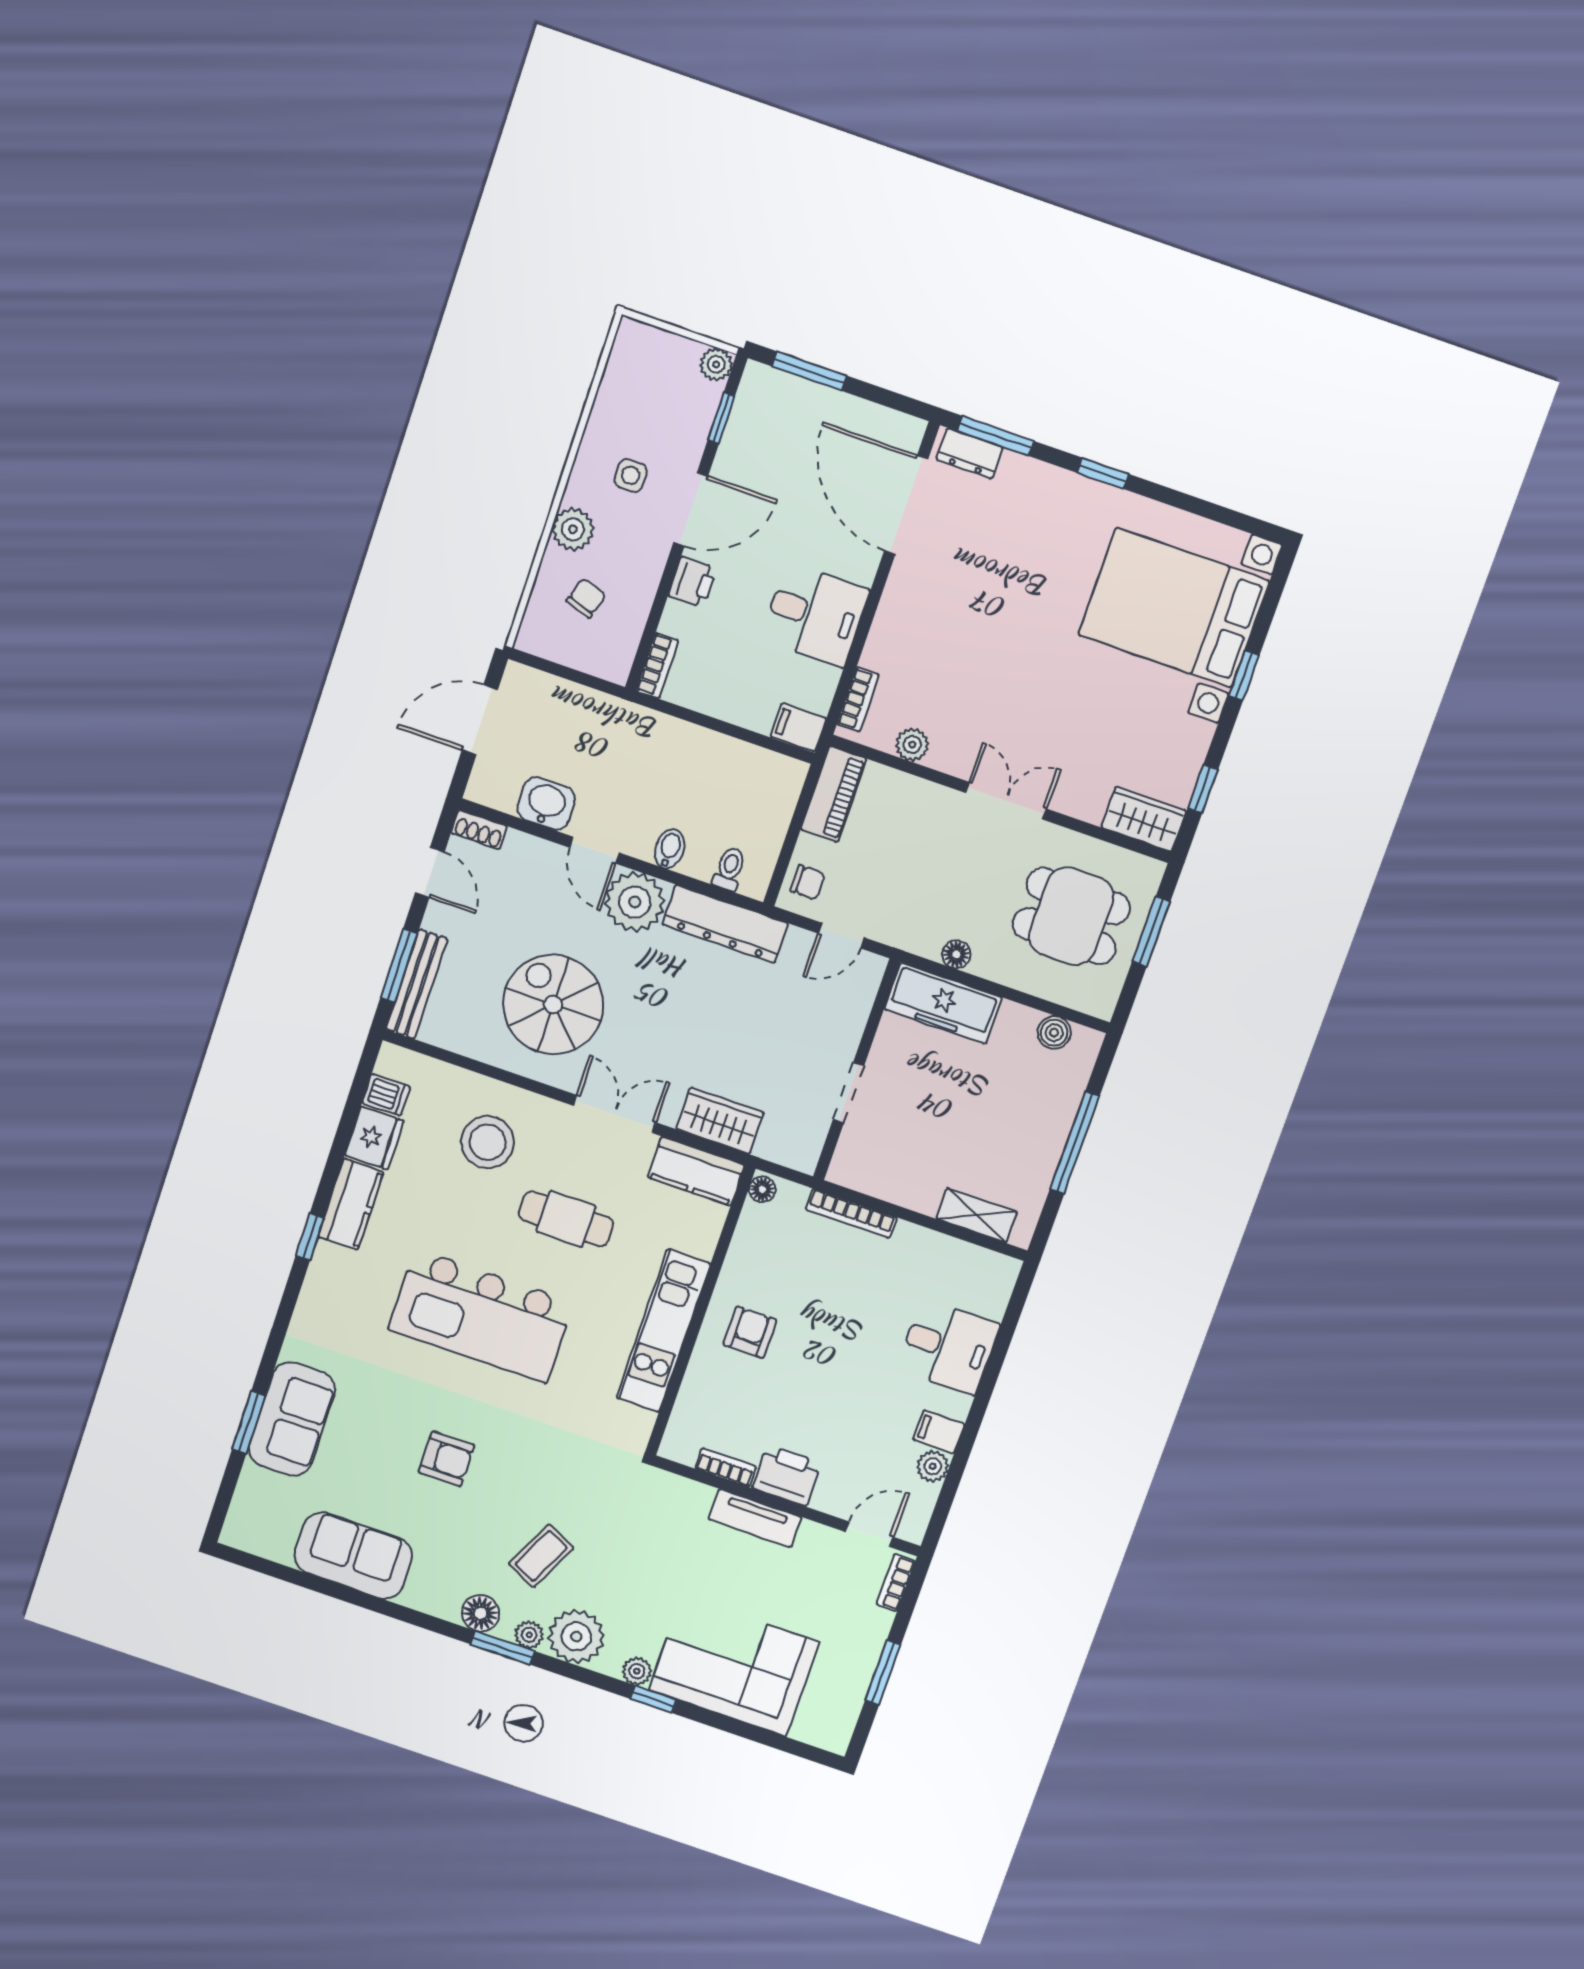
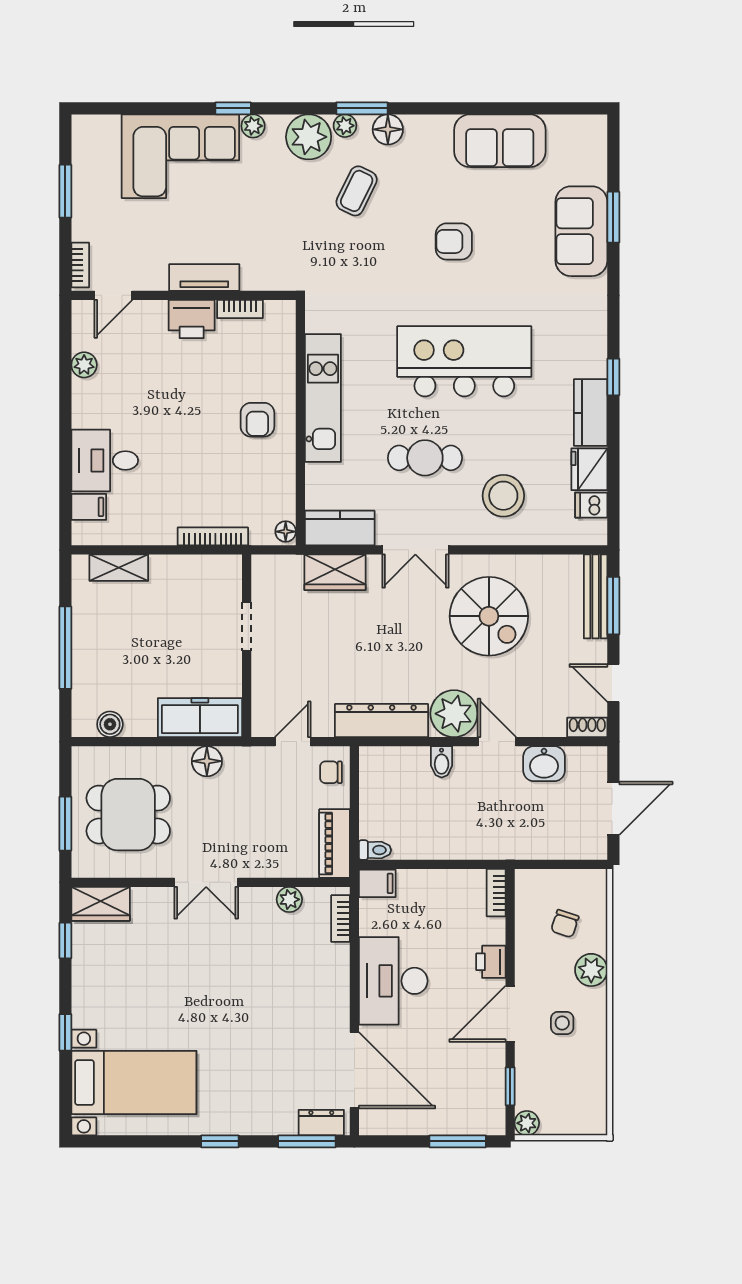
bed with nightstands: (1174, 608) -> (134, 1083), width x0.73
desk: (815, 615) -> (393, 981), width x1.37
toilet: (729, 869) -> (375, 850), moved, turned -90
floor lamp: (956, 954) -> (207, 761), width x1.37, depth x1.37
filing cabinet: (939, 1432) -> (89, 507), moved

